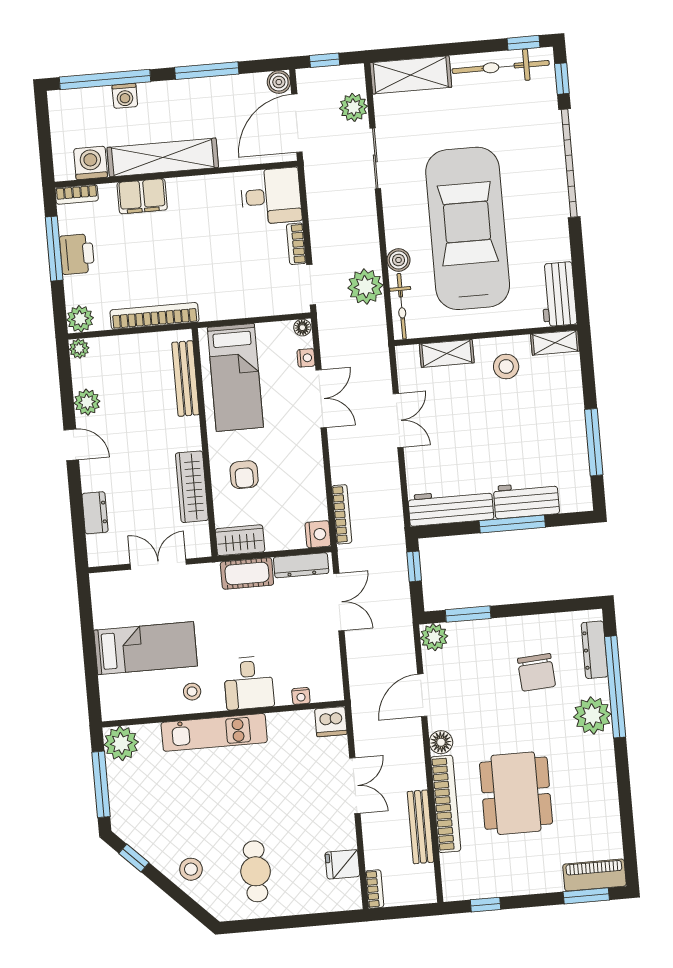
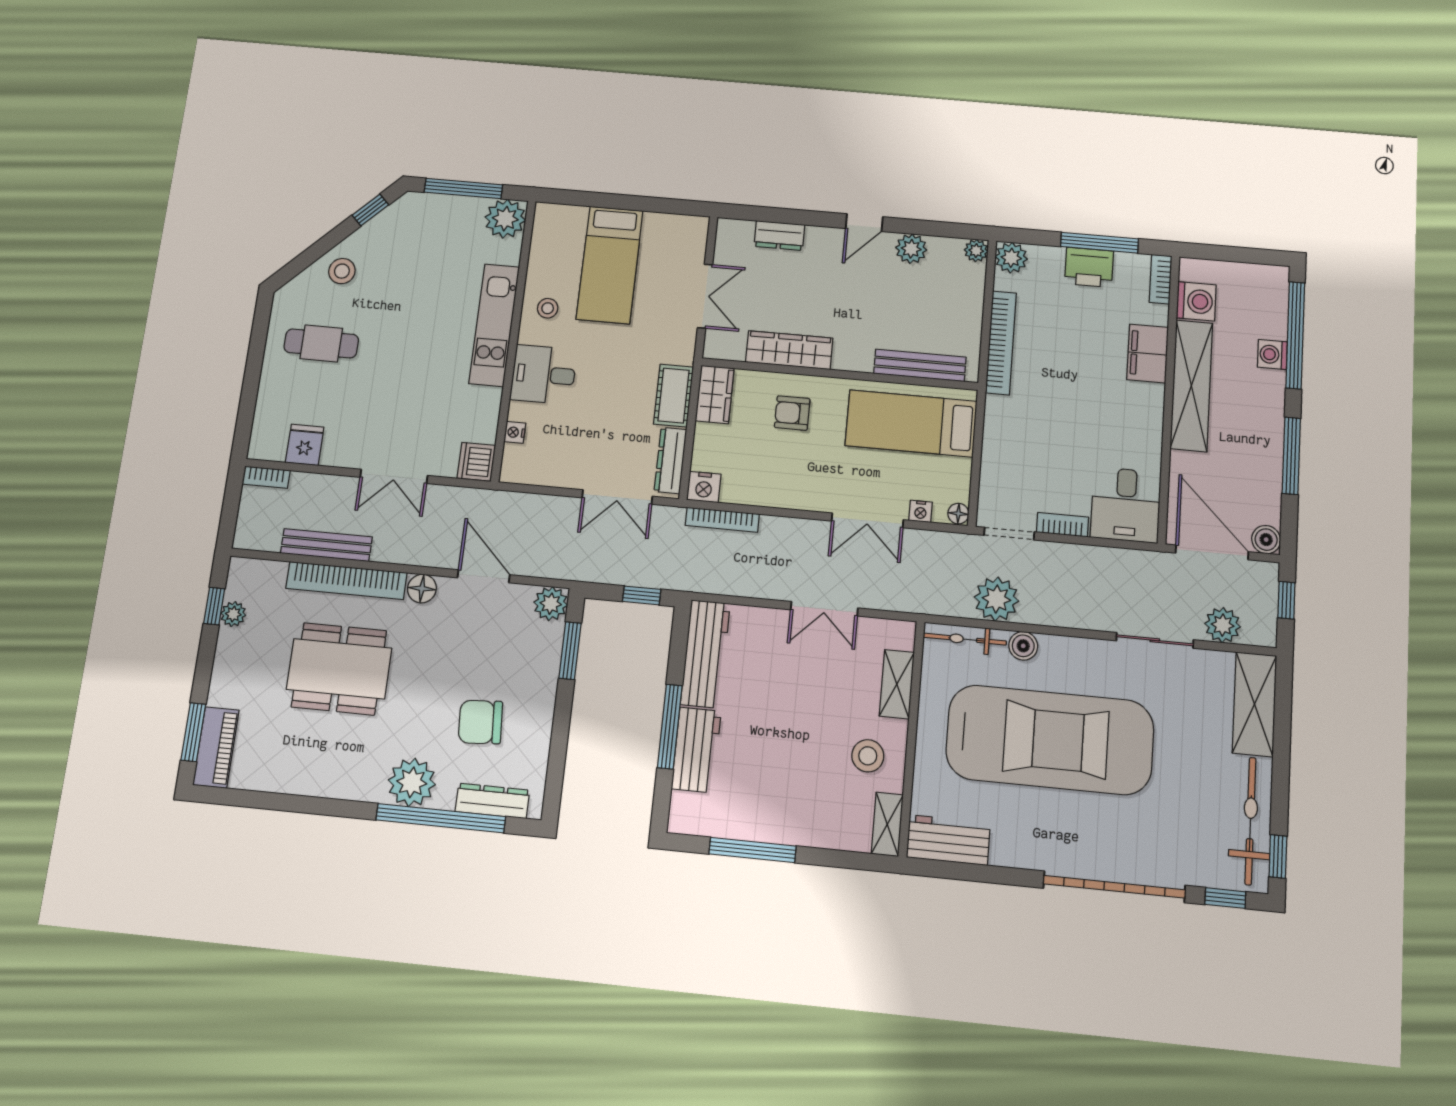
plant: (489, 888) -> (233, 614), added

